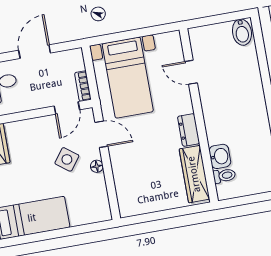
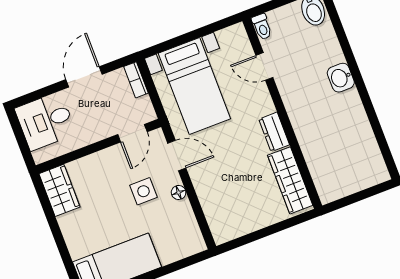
bookcase: (83, 86) -> (136, 80), moved
washbasin: (220, 156) -> (341, 78), moved, turned 180
side table: (67, 159) -> (143, 191), turned -37
toilet: (224, 176) -> (262, 27), moved, turned 90

